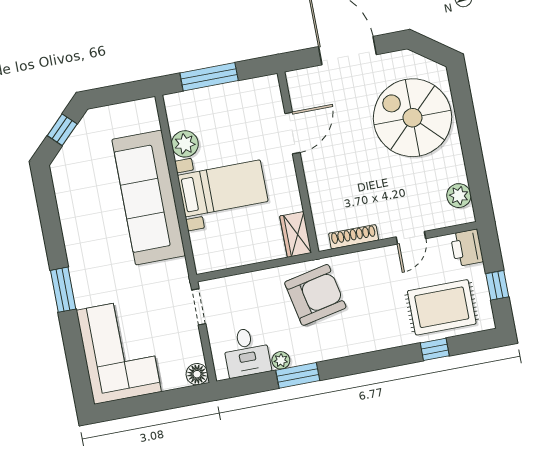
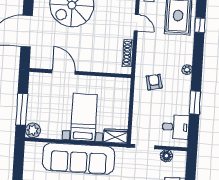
plant: (185, 144) -> (33, 130), moved
wardrobe: (296, 234) -> (115, 136), moved, turned 180
armchair: (315, 295) -> (154, 82), width x0.53, depth x0.53
plant: (281, 360) -> (187, 70), moved
floor lamp: (197, 374) -> (166, 156), moved

